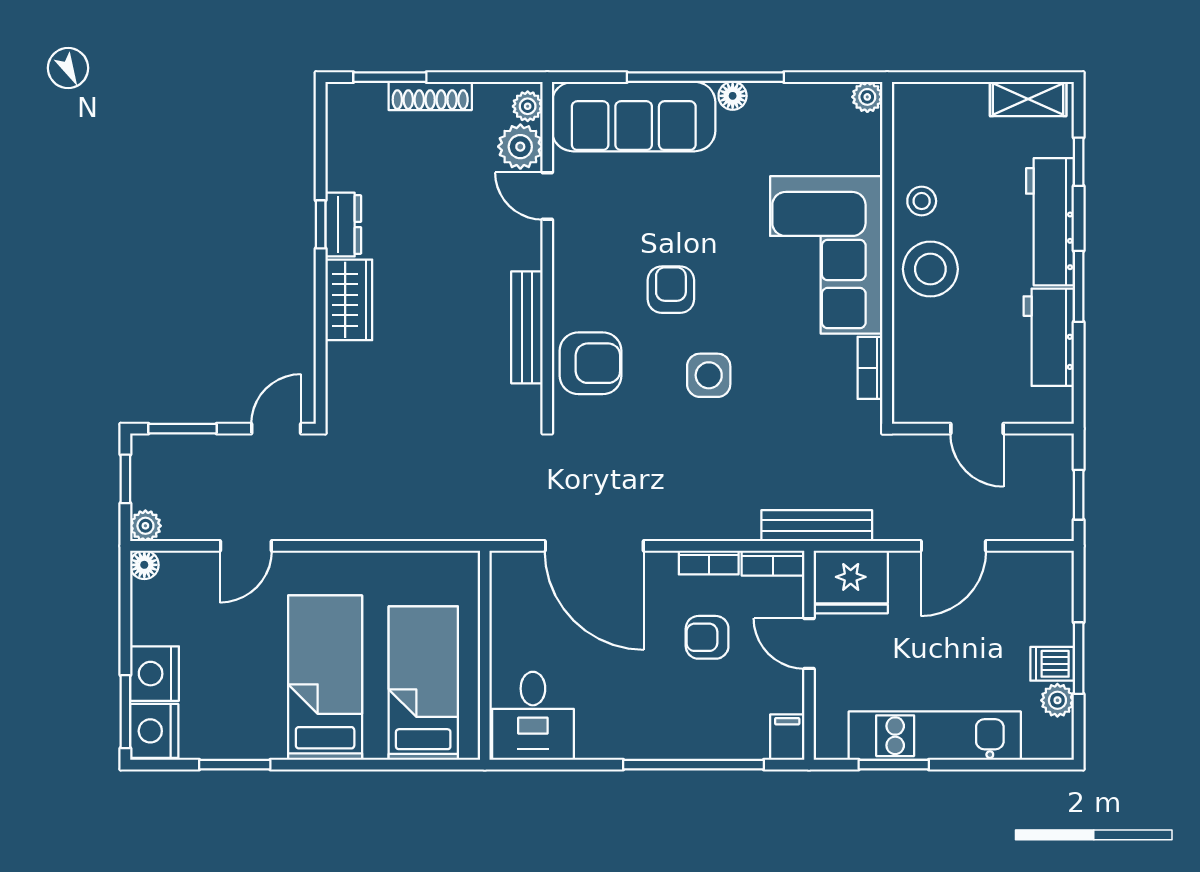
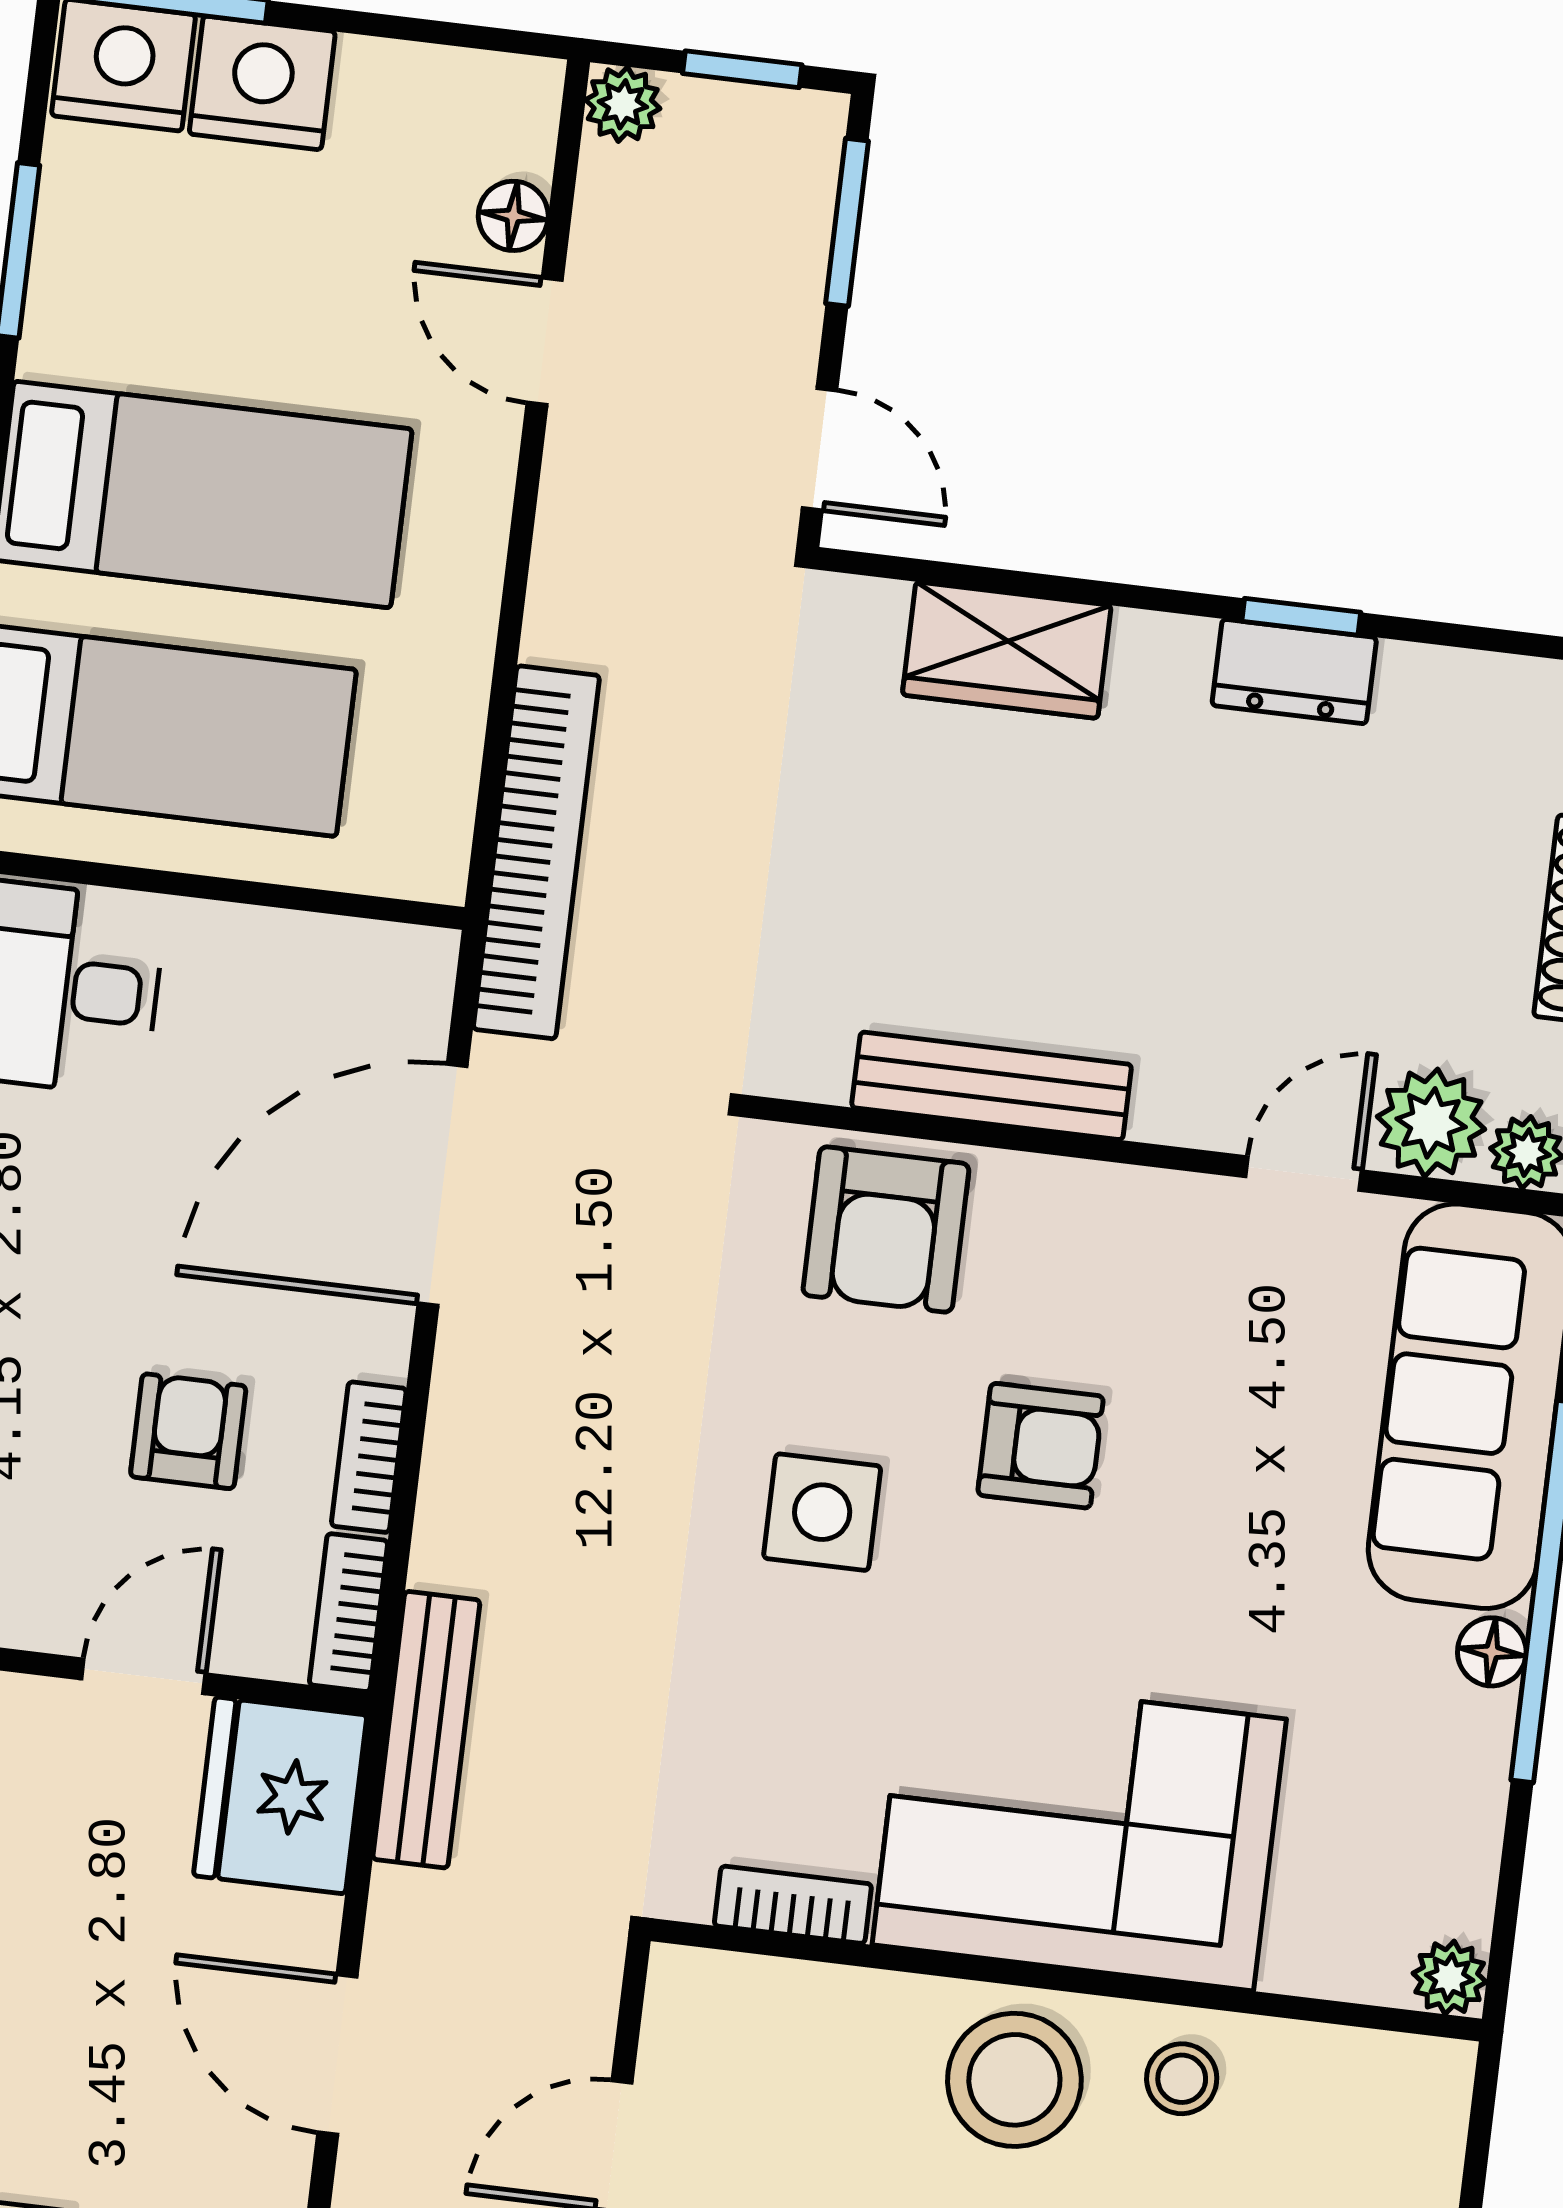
wardrobe: (349, 300) -> (1007, 650), moved
bookcase: (454, 524) -> (536, 852), added
floor lamp: (144, 565) -> (513, 216), moved

